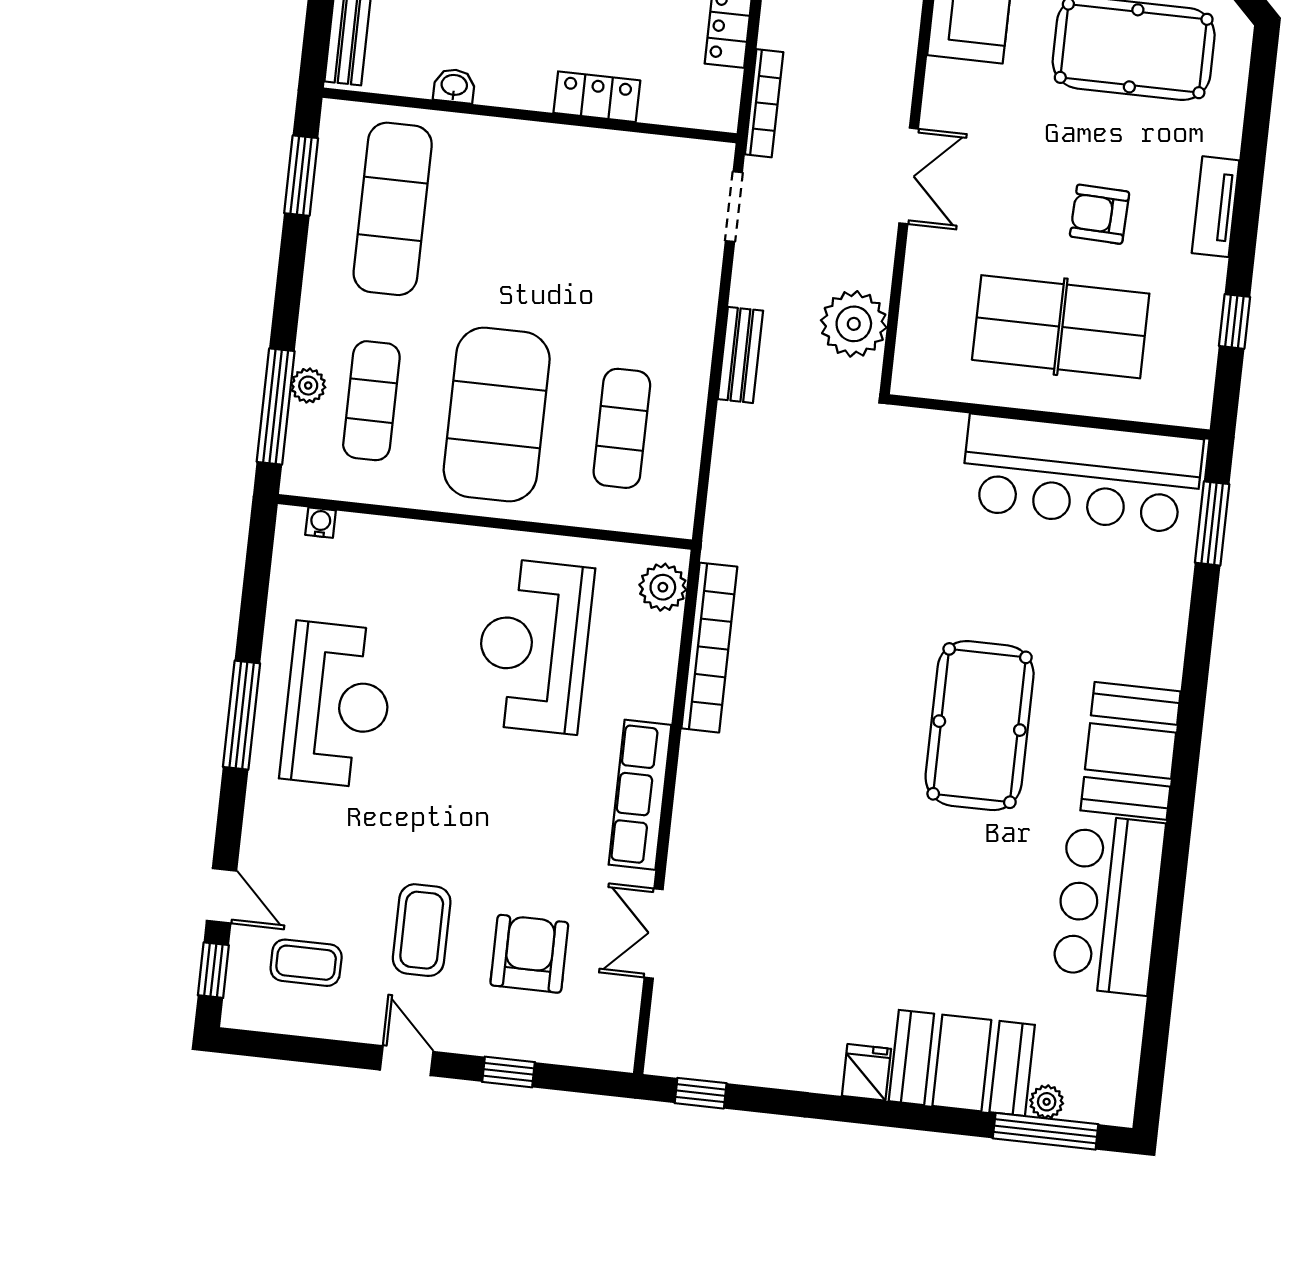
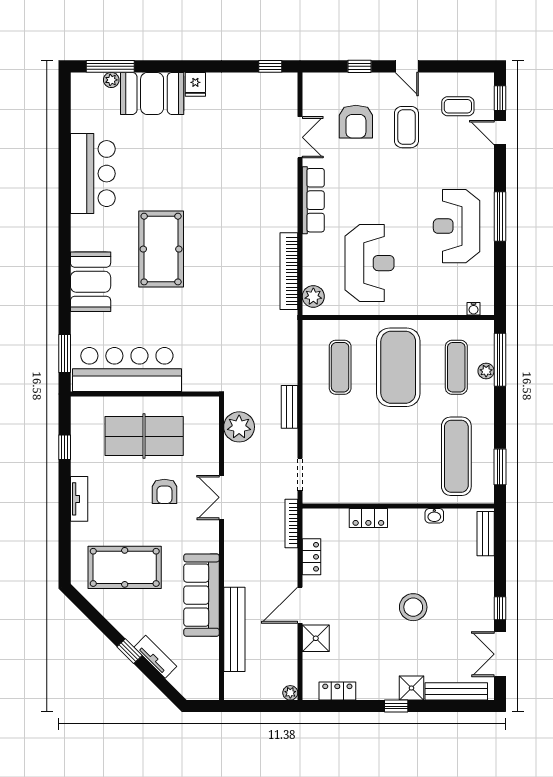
armchair: (1100, 214) -> (164, 491), moved, turned 88
booth: (1131, 751) -> (91, 282), moved

